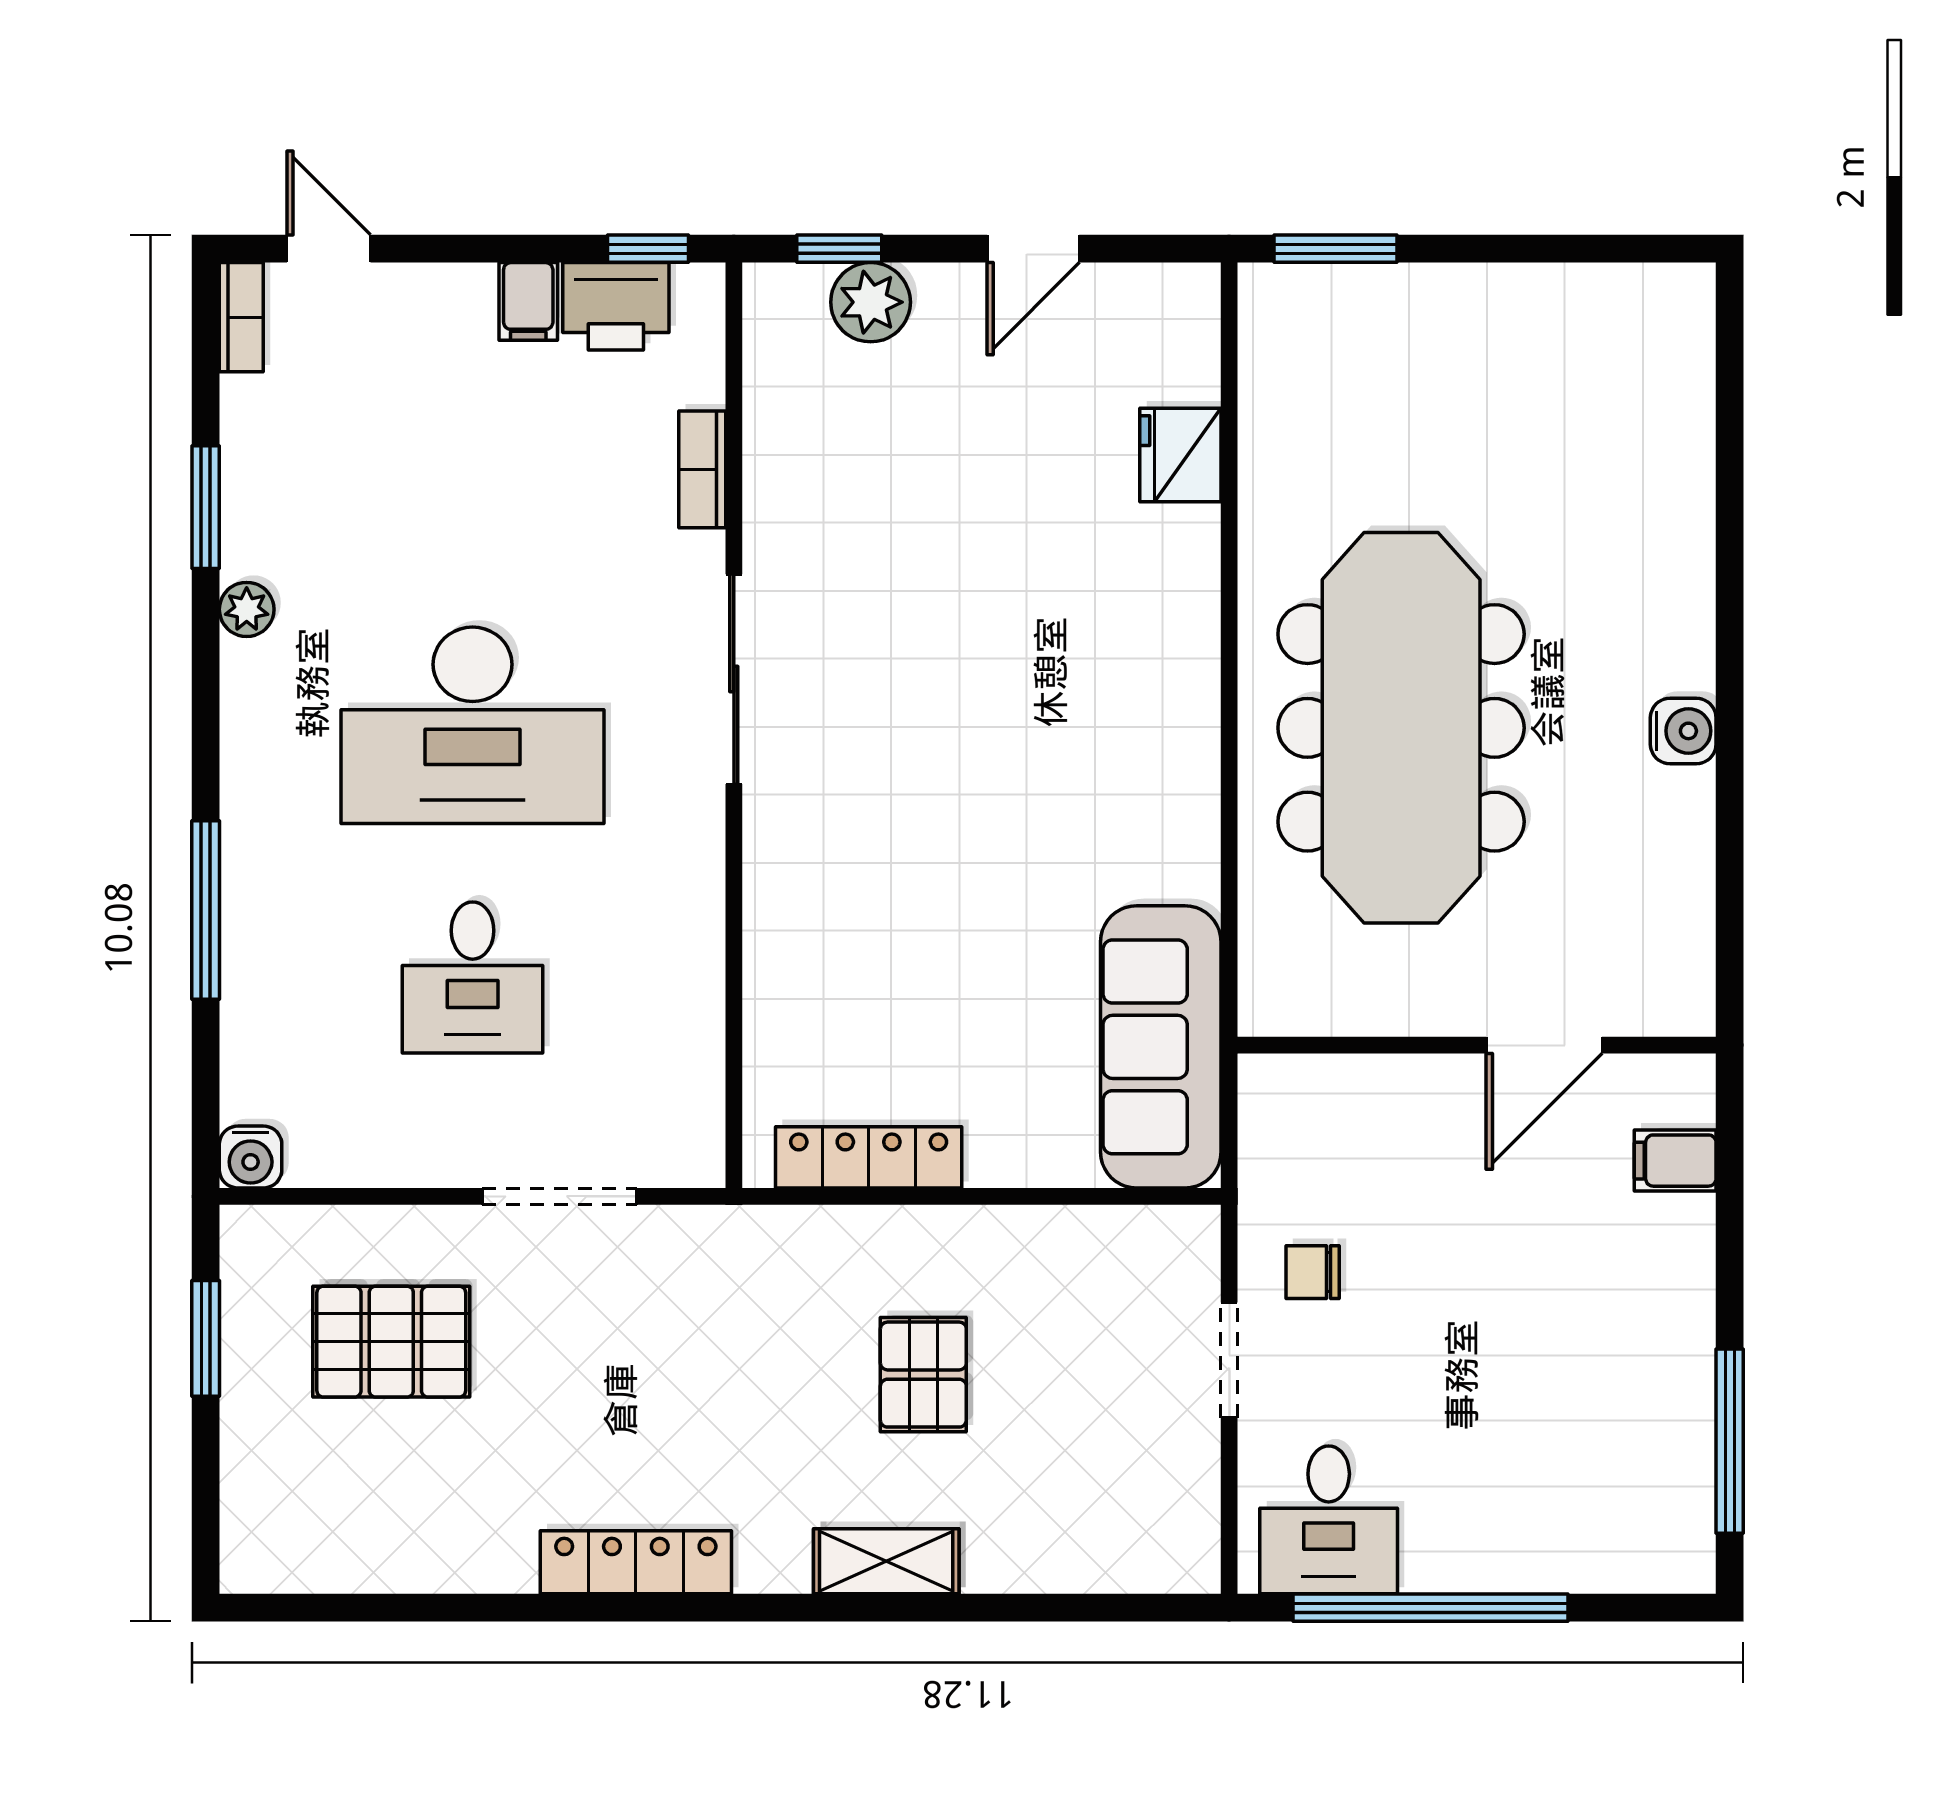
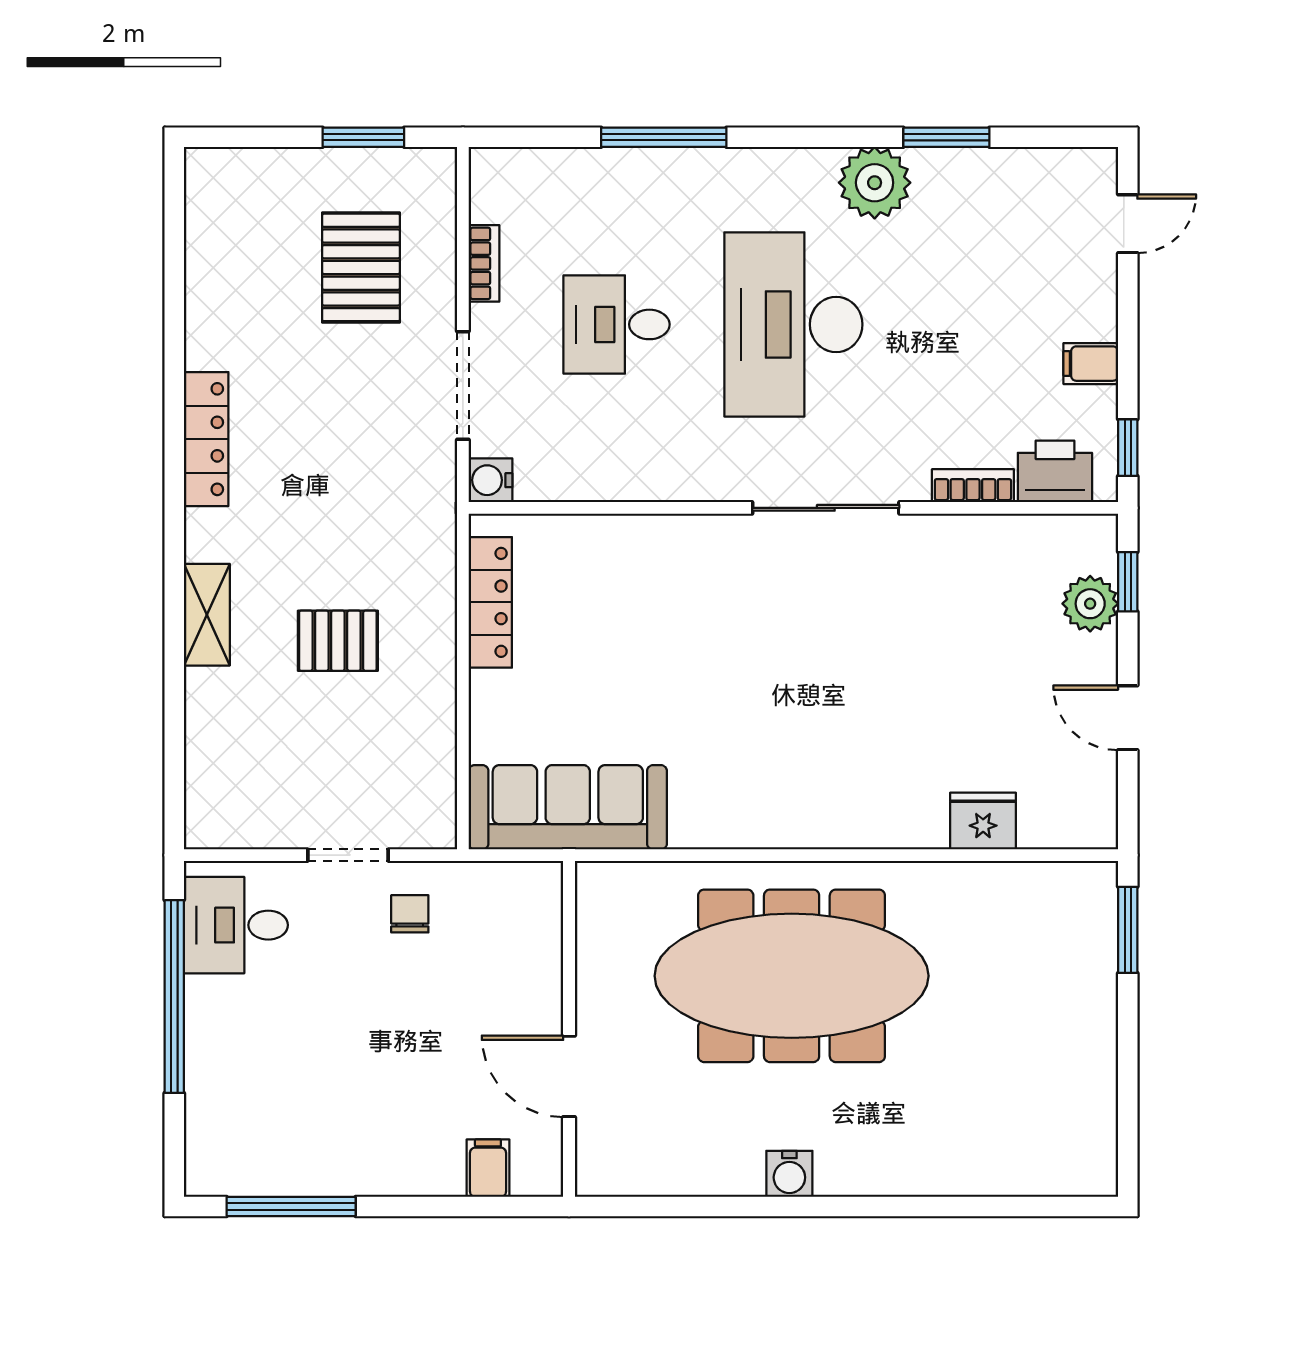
printer: (616, 306) -> (1055, 471), moved, turned 90
bookcase: (241, 317) -> (484, 263), moved, turned -90
plant: (247, 609) -> (875, 183), width x1.87, depth x1.87
water cooler: (251, 1157) -> (491, 480), moved

